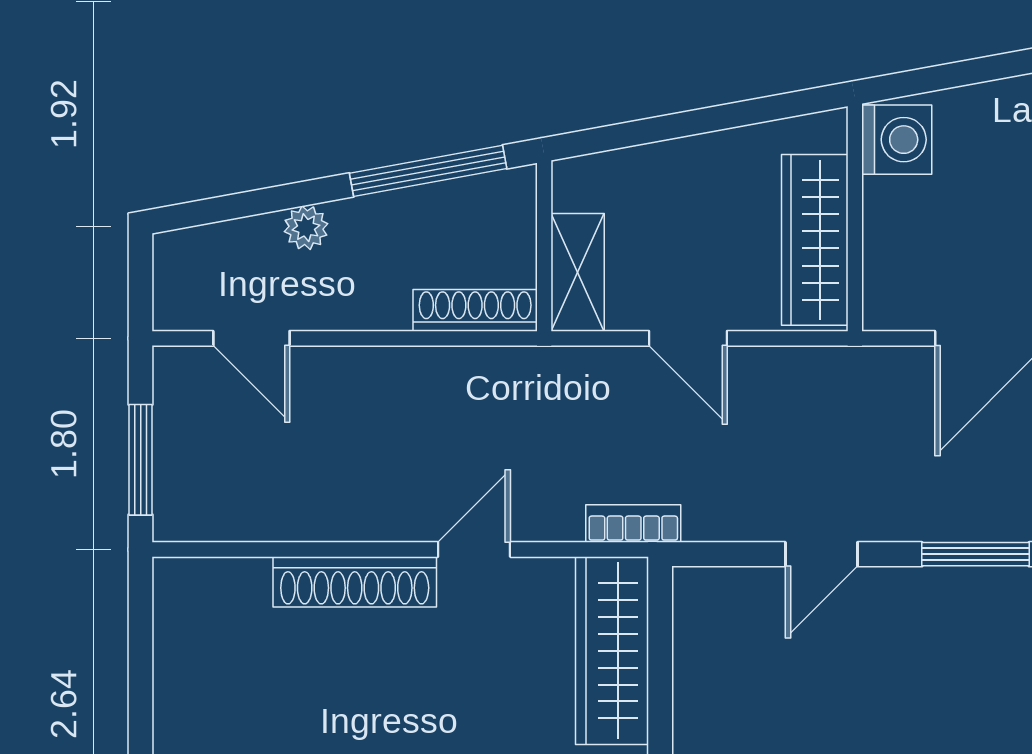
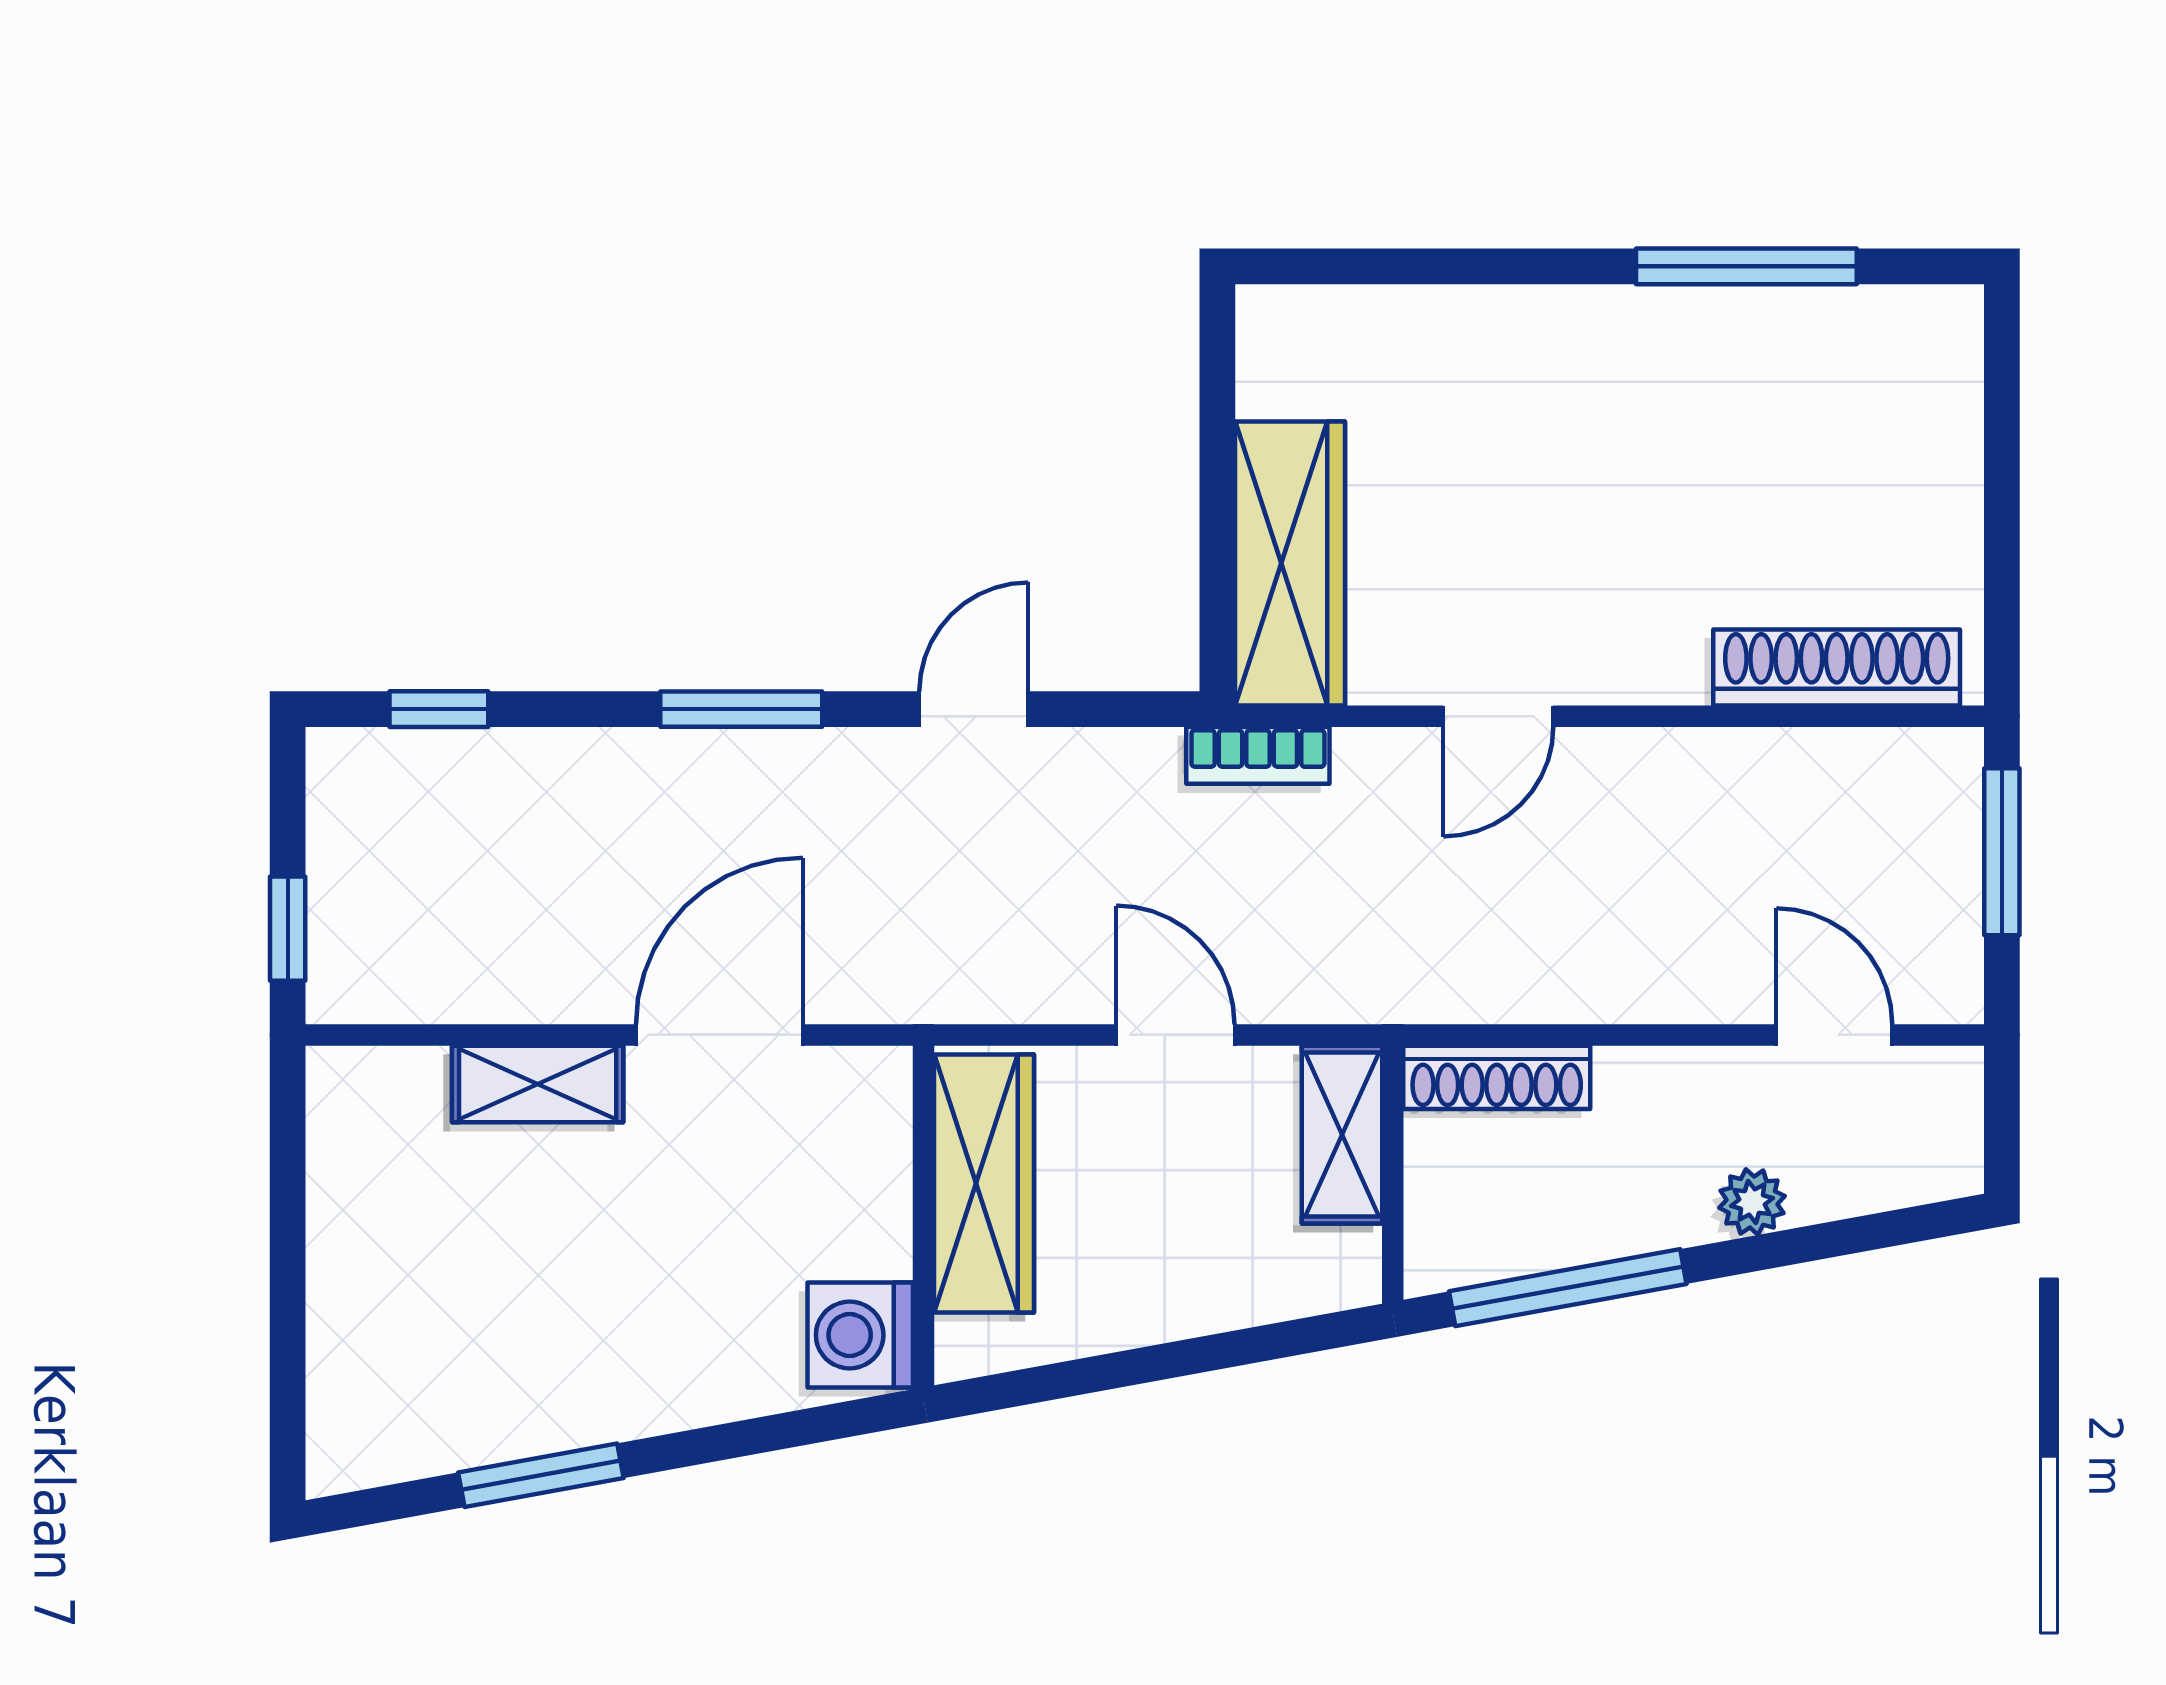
shoe rack: (355, 582) -> (1837, 667), moved

